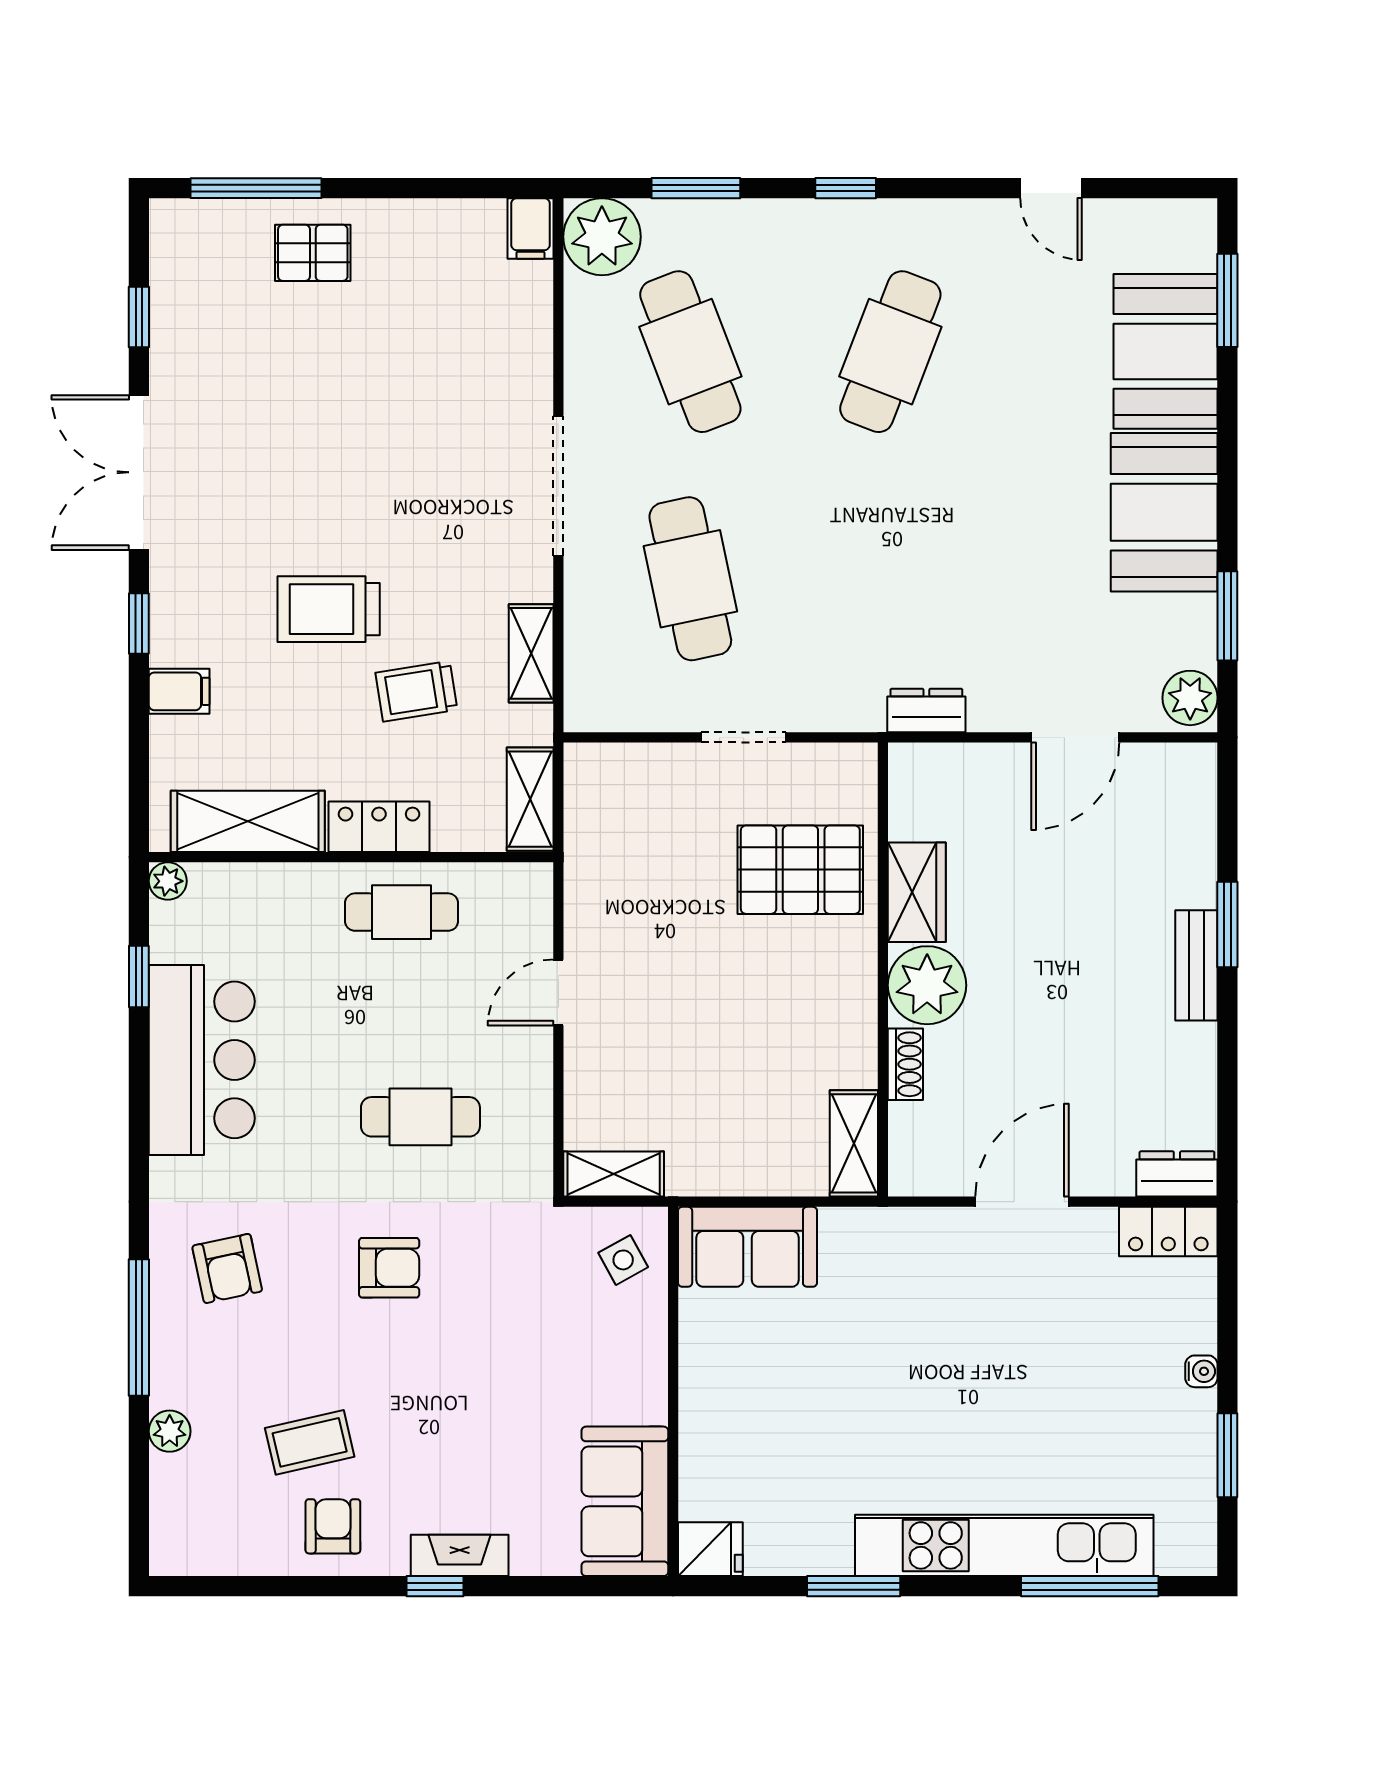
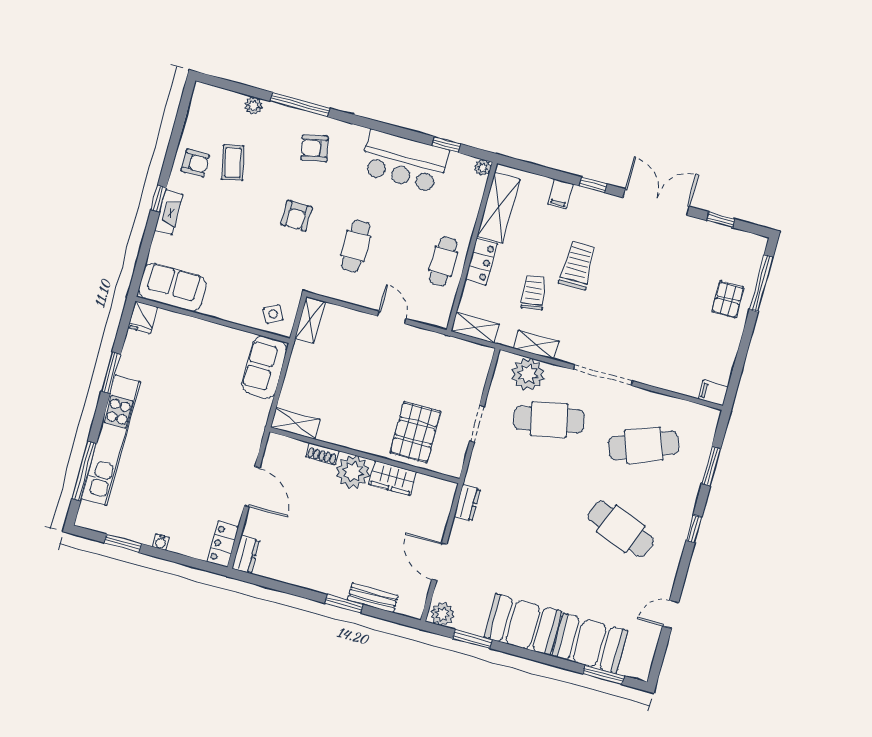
plant: (602, 237) -> (528, 374), moved
bench: (1196, 965) -> (373, 598), moved

